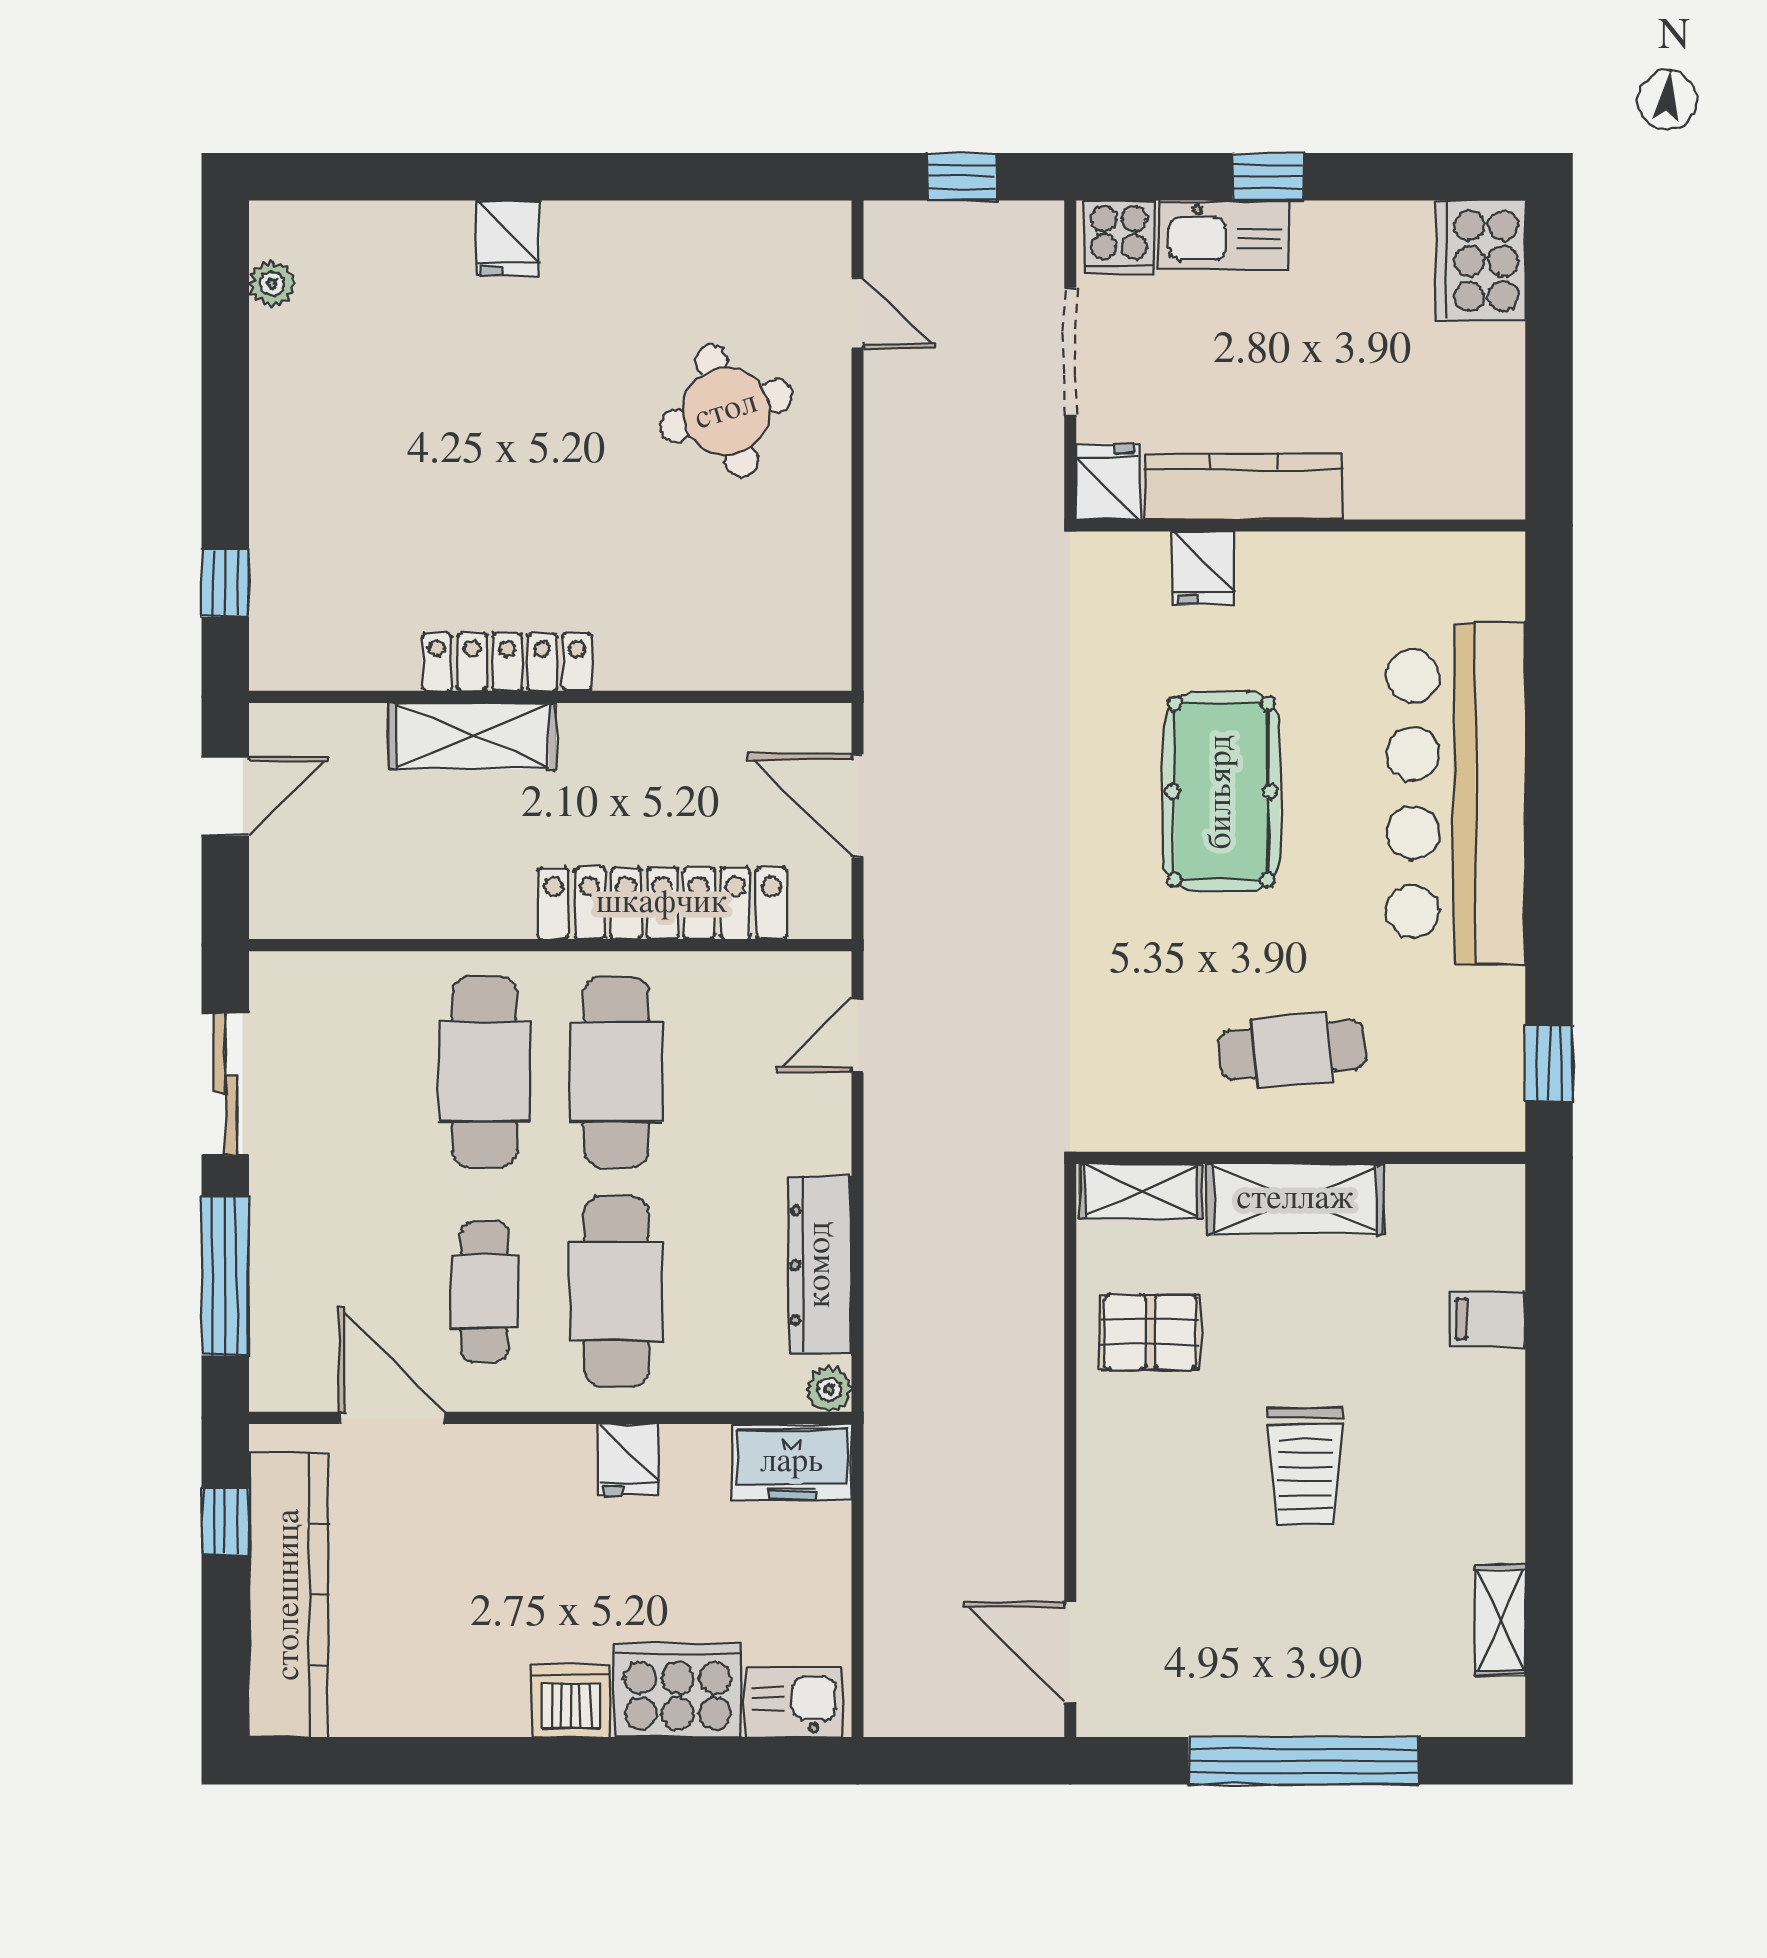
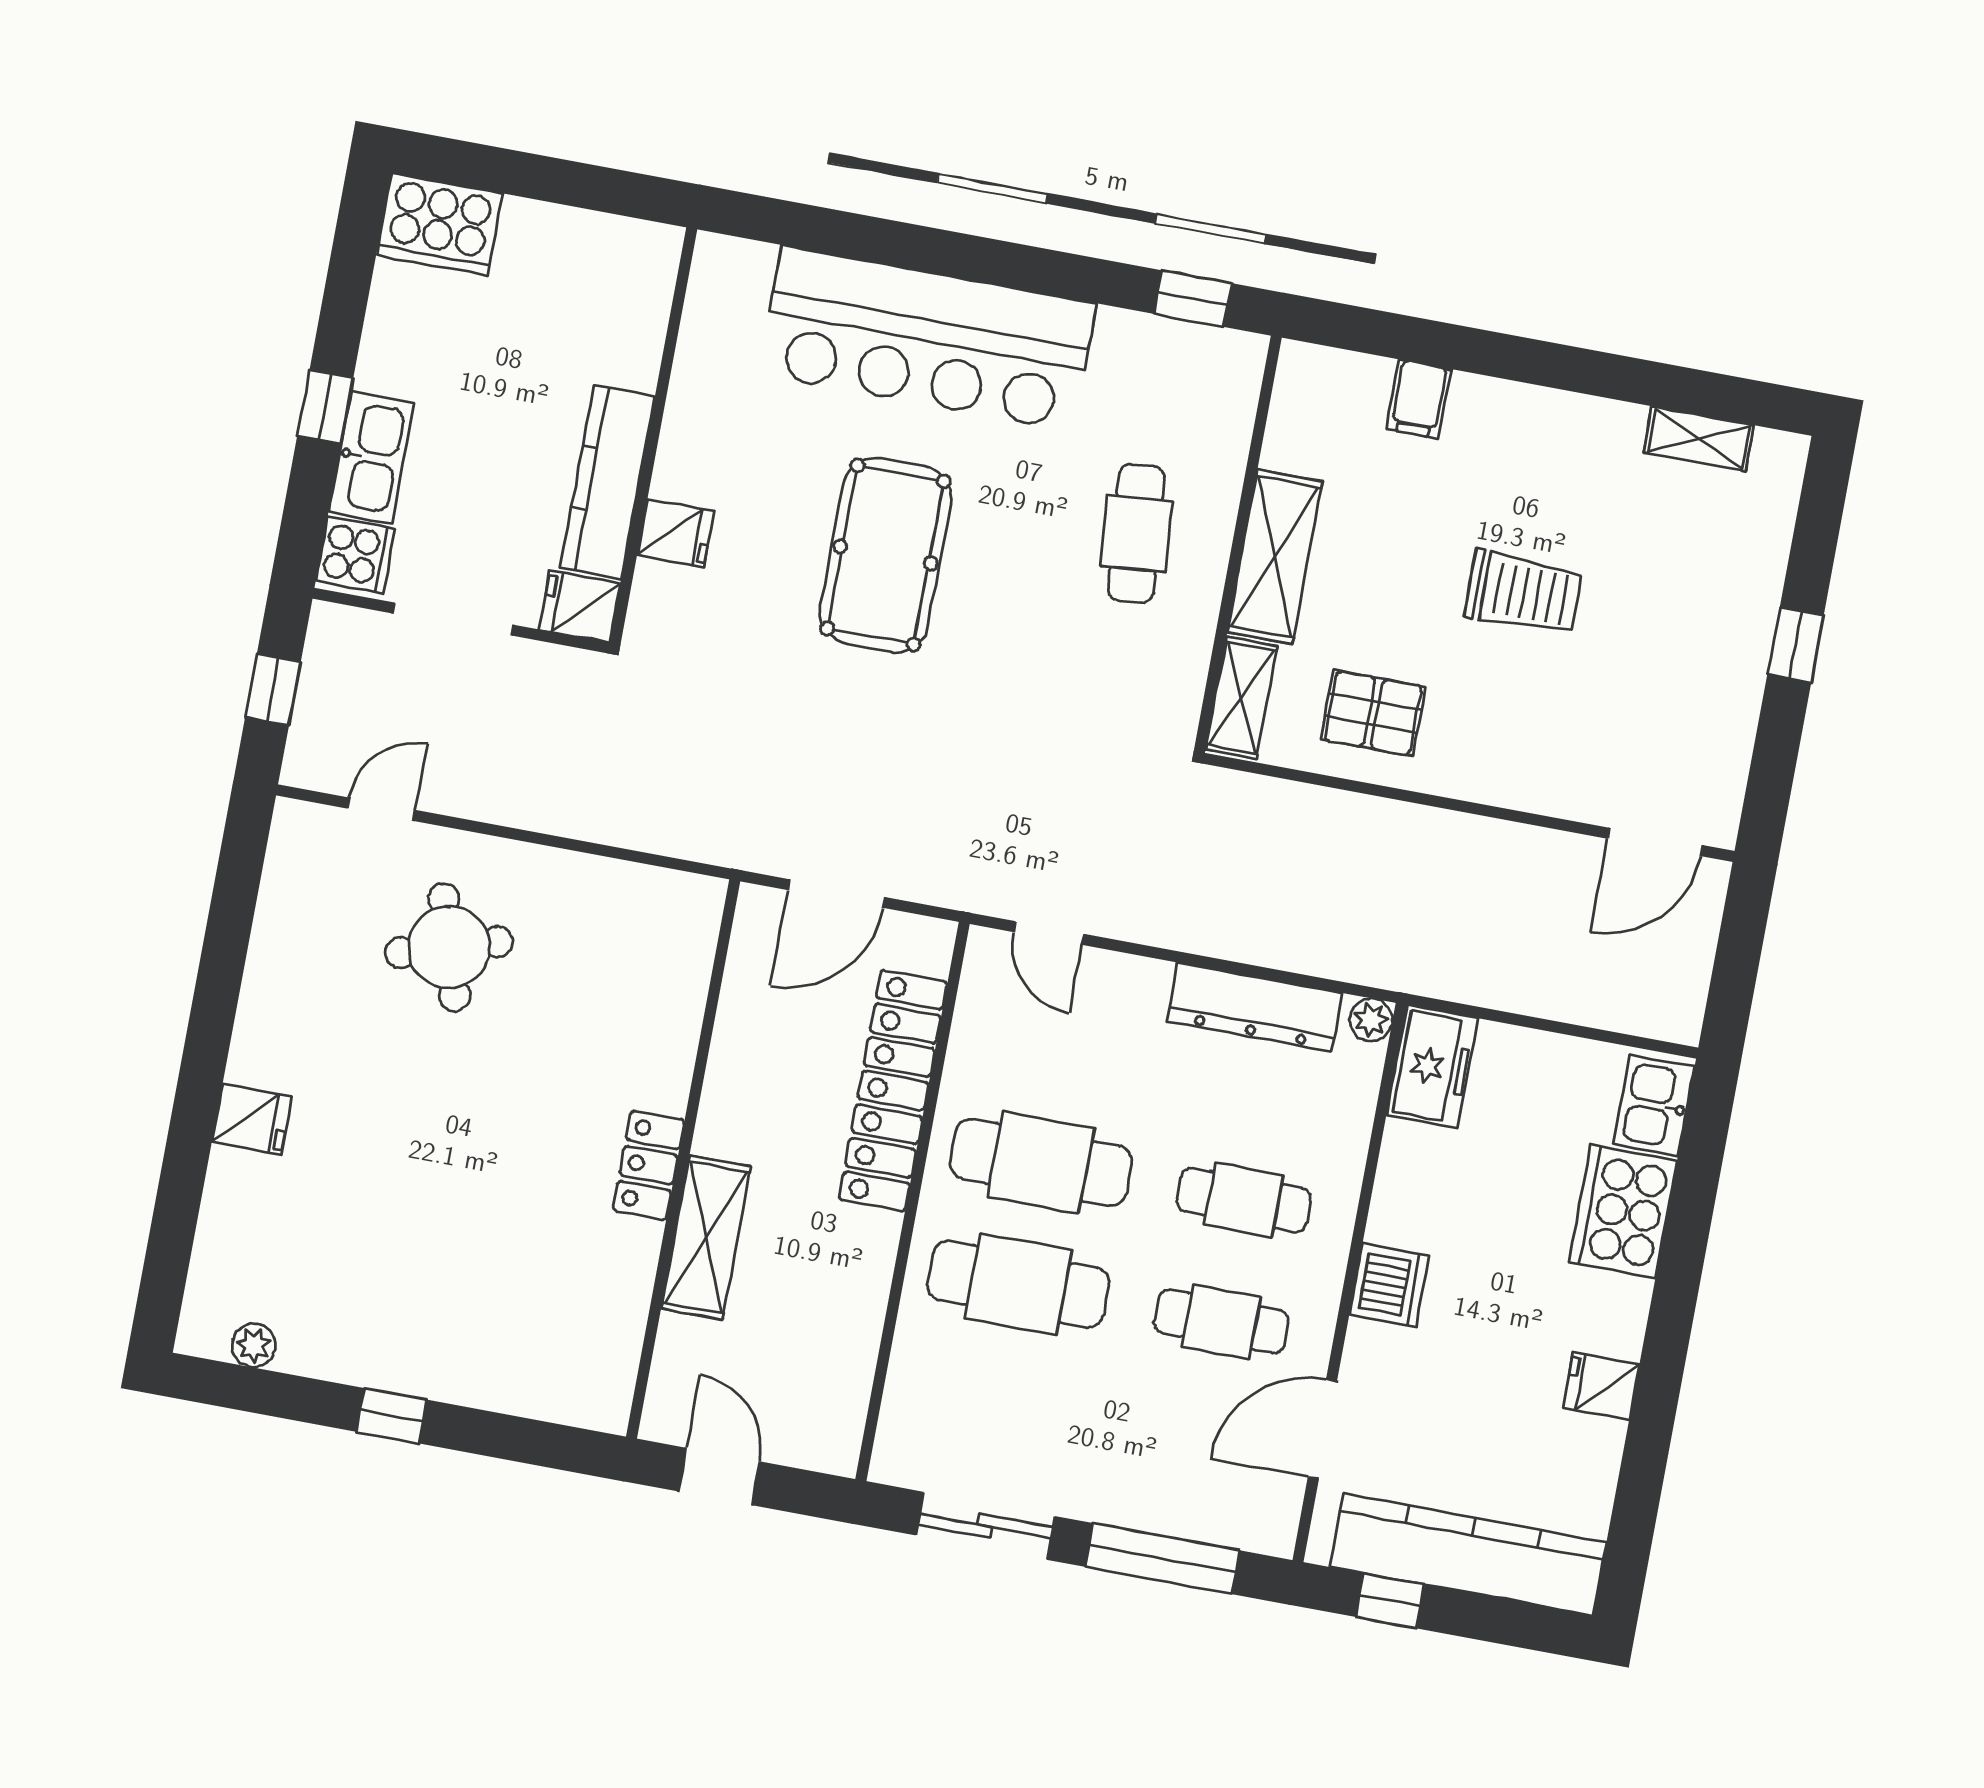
window: (225, 583) -> (392, 1416), moved
locker: (507, 662) -> (649, 1165), width x0.66
pool table: (1221, 792) -> (886, 555), turned 90
cafe table: (616, 1291) -> (1244, 1200), width x0.73, depth x0.74
pallet: (1150, 1332) -> (1373, 713), turned 90
fridge: (628, 1460) -> (1601, 1386), moved, turned 180
dishwasher: (571, 1701) -> (1389, 1285), moved, turned 180
window: (1304, 1761) -> (1795, 645), width x0.32

